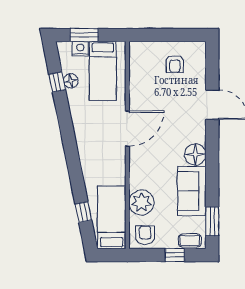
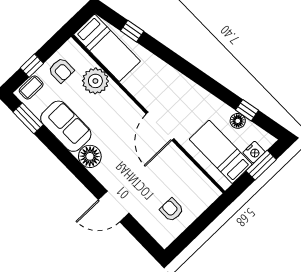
armchair: (145, 235) -> (61, 70), moved

